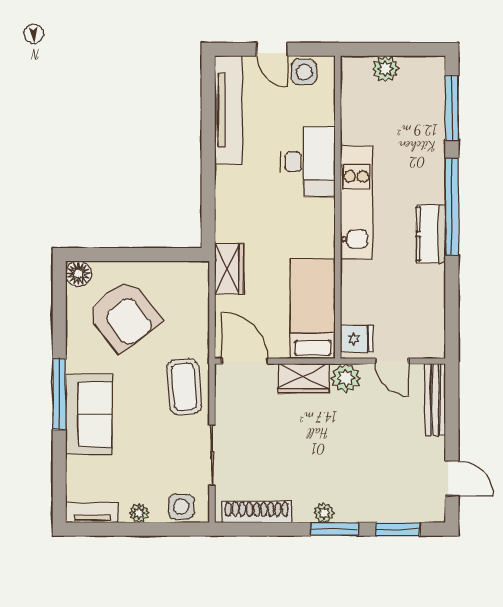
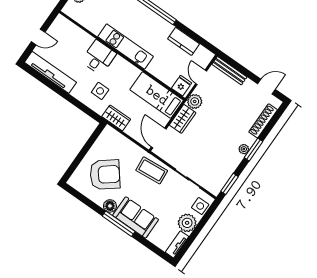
side table: (304, 72) -> (100, 91), moved
desk: (308, 162) -> (99, 57), width x0.73
kitchen counter: (431, 234) -> (184, 41), moved
floor lamp: (78, 274) -> (110, 206), moved
door: (245, 361) -> (159, 138), hinge flipped
door: (392, 361) -> (201, 77), swing flipped
shoe rack: (257, 512) -> (263, 121), moved
plant: (139, 513) -> (187, 223), width x1.88, depth x1.88
window: (398, 529) -> (229, 184), moved

